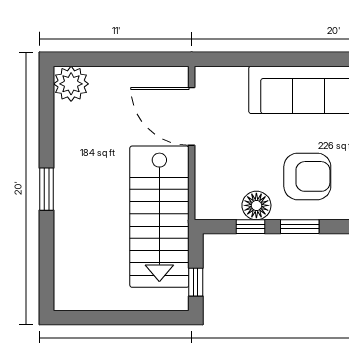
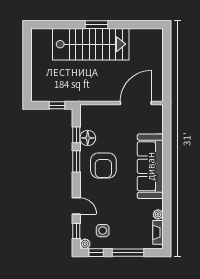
plant: (71, 84) -> (153, 38), removed
stairs: (159, 217) -> (91, 44), moved, turned 180
window: (196, 282) -> (57, 105), moved

